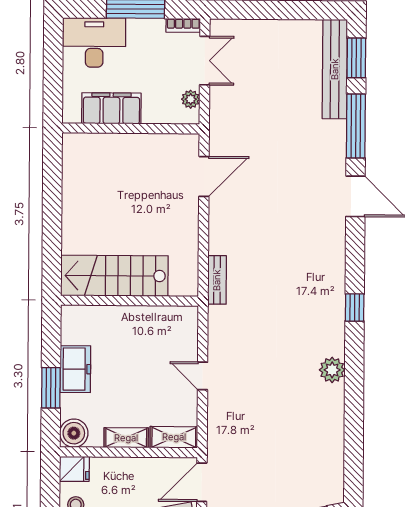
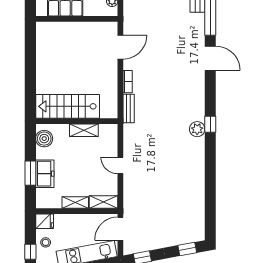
bookcase: (216, 235) -> (128, 82), added
shelving: (142, 316) -> (84, 130), added
freezer: (75, 369) -> (45, 174), moved
plant: (332, 370) -> (197, 129), moved
boiler: (74, 433) -> (44, 139), moved

